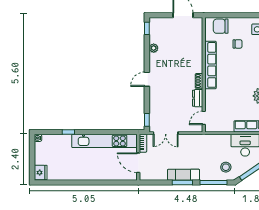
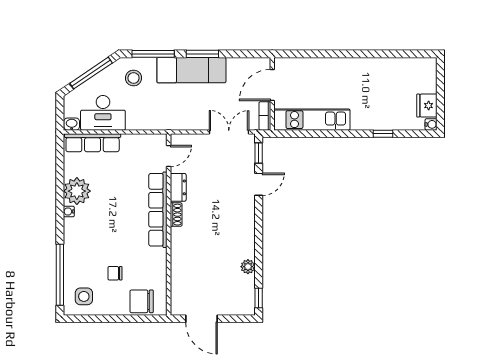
chair: (221, 26) -> (142, 301), turned 180
row of seats: (210, 65) -> (158, 210), moved
door: (147, 79) -> (259, 184), moved
kitchen unit: (104, 141) -> (312, 120), width x0.73
door: (138, 163) -> (272, 85), swing flipped
fridge: (41, 173) -> (427, 106), moved
exam couch: (184, 175) -> (191, 70), width x1.36, depth x1.45

